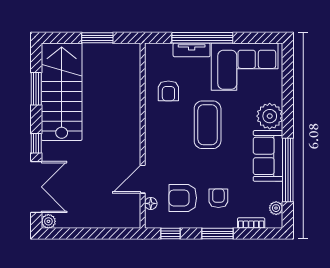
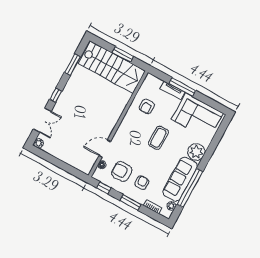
window: (202, 38) -> (182, 87), width x0.68
stairs: (62, 92) -> (112, 67), moved, turned 90
coffee table: (208, 125) -> (158, 138), width x0.73, depth x0.76
sofa: (268, 156) -> (180, 179), width x1.36
double door: (36, 187) -> (42, 120), width x0.73

